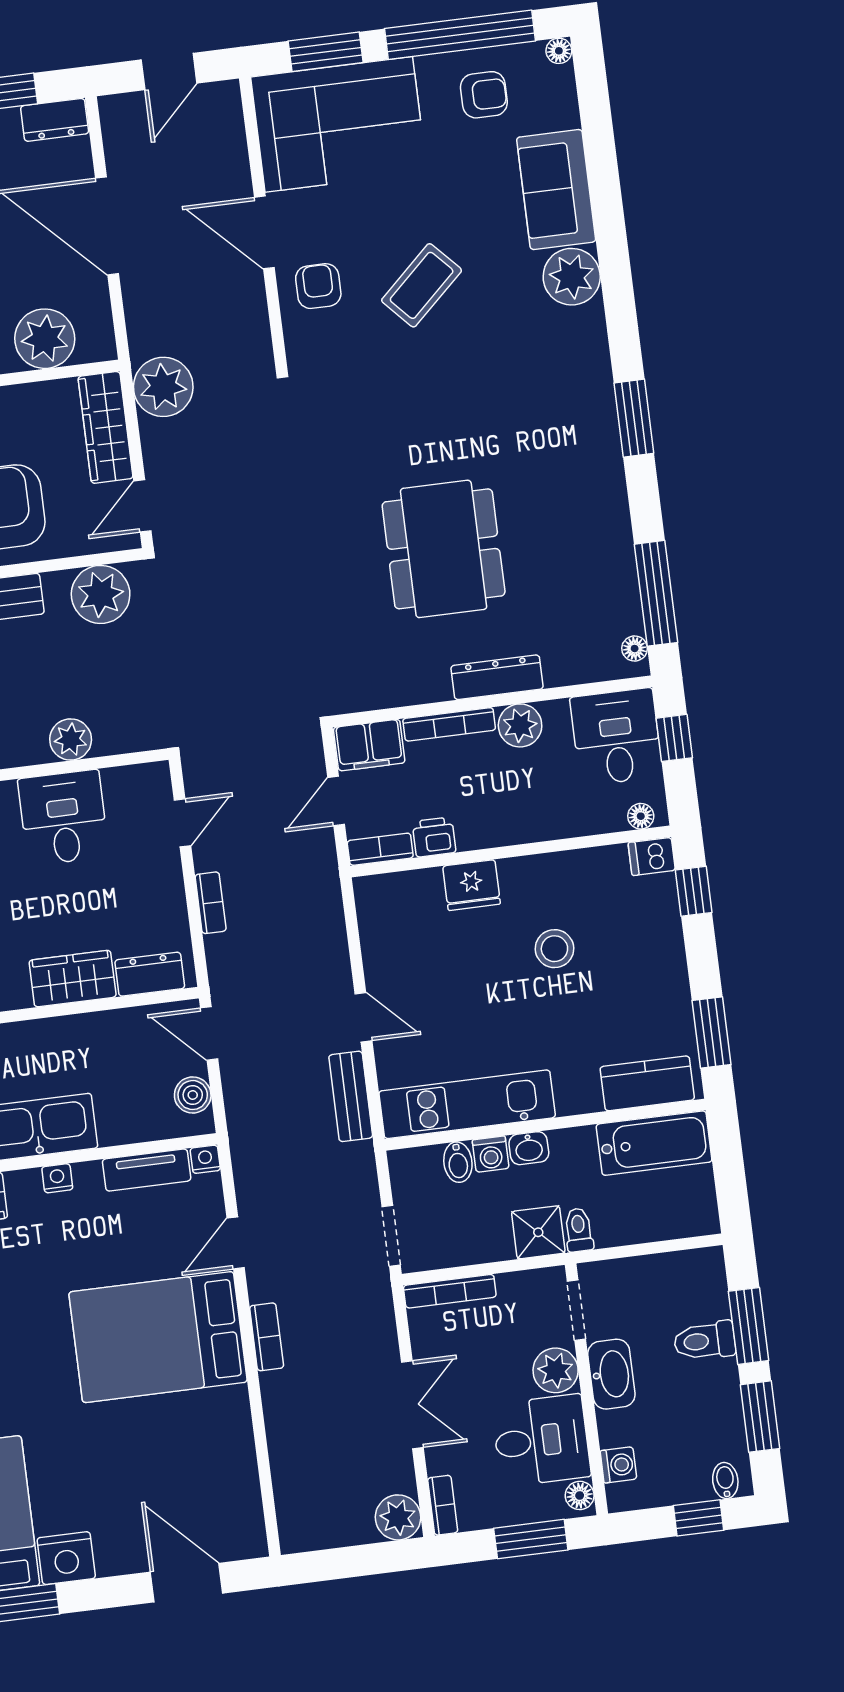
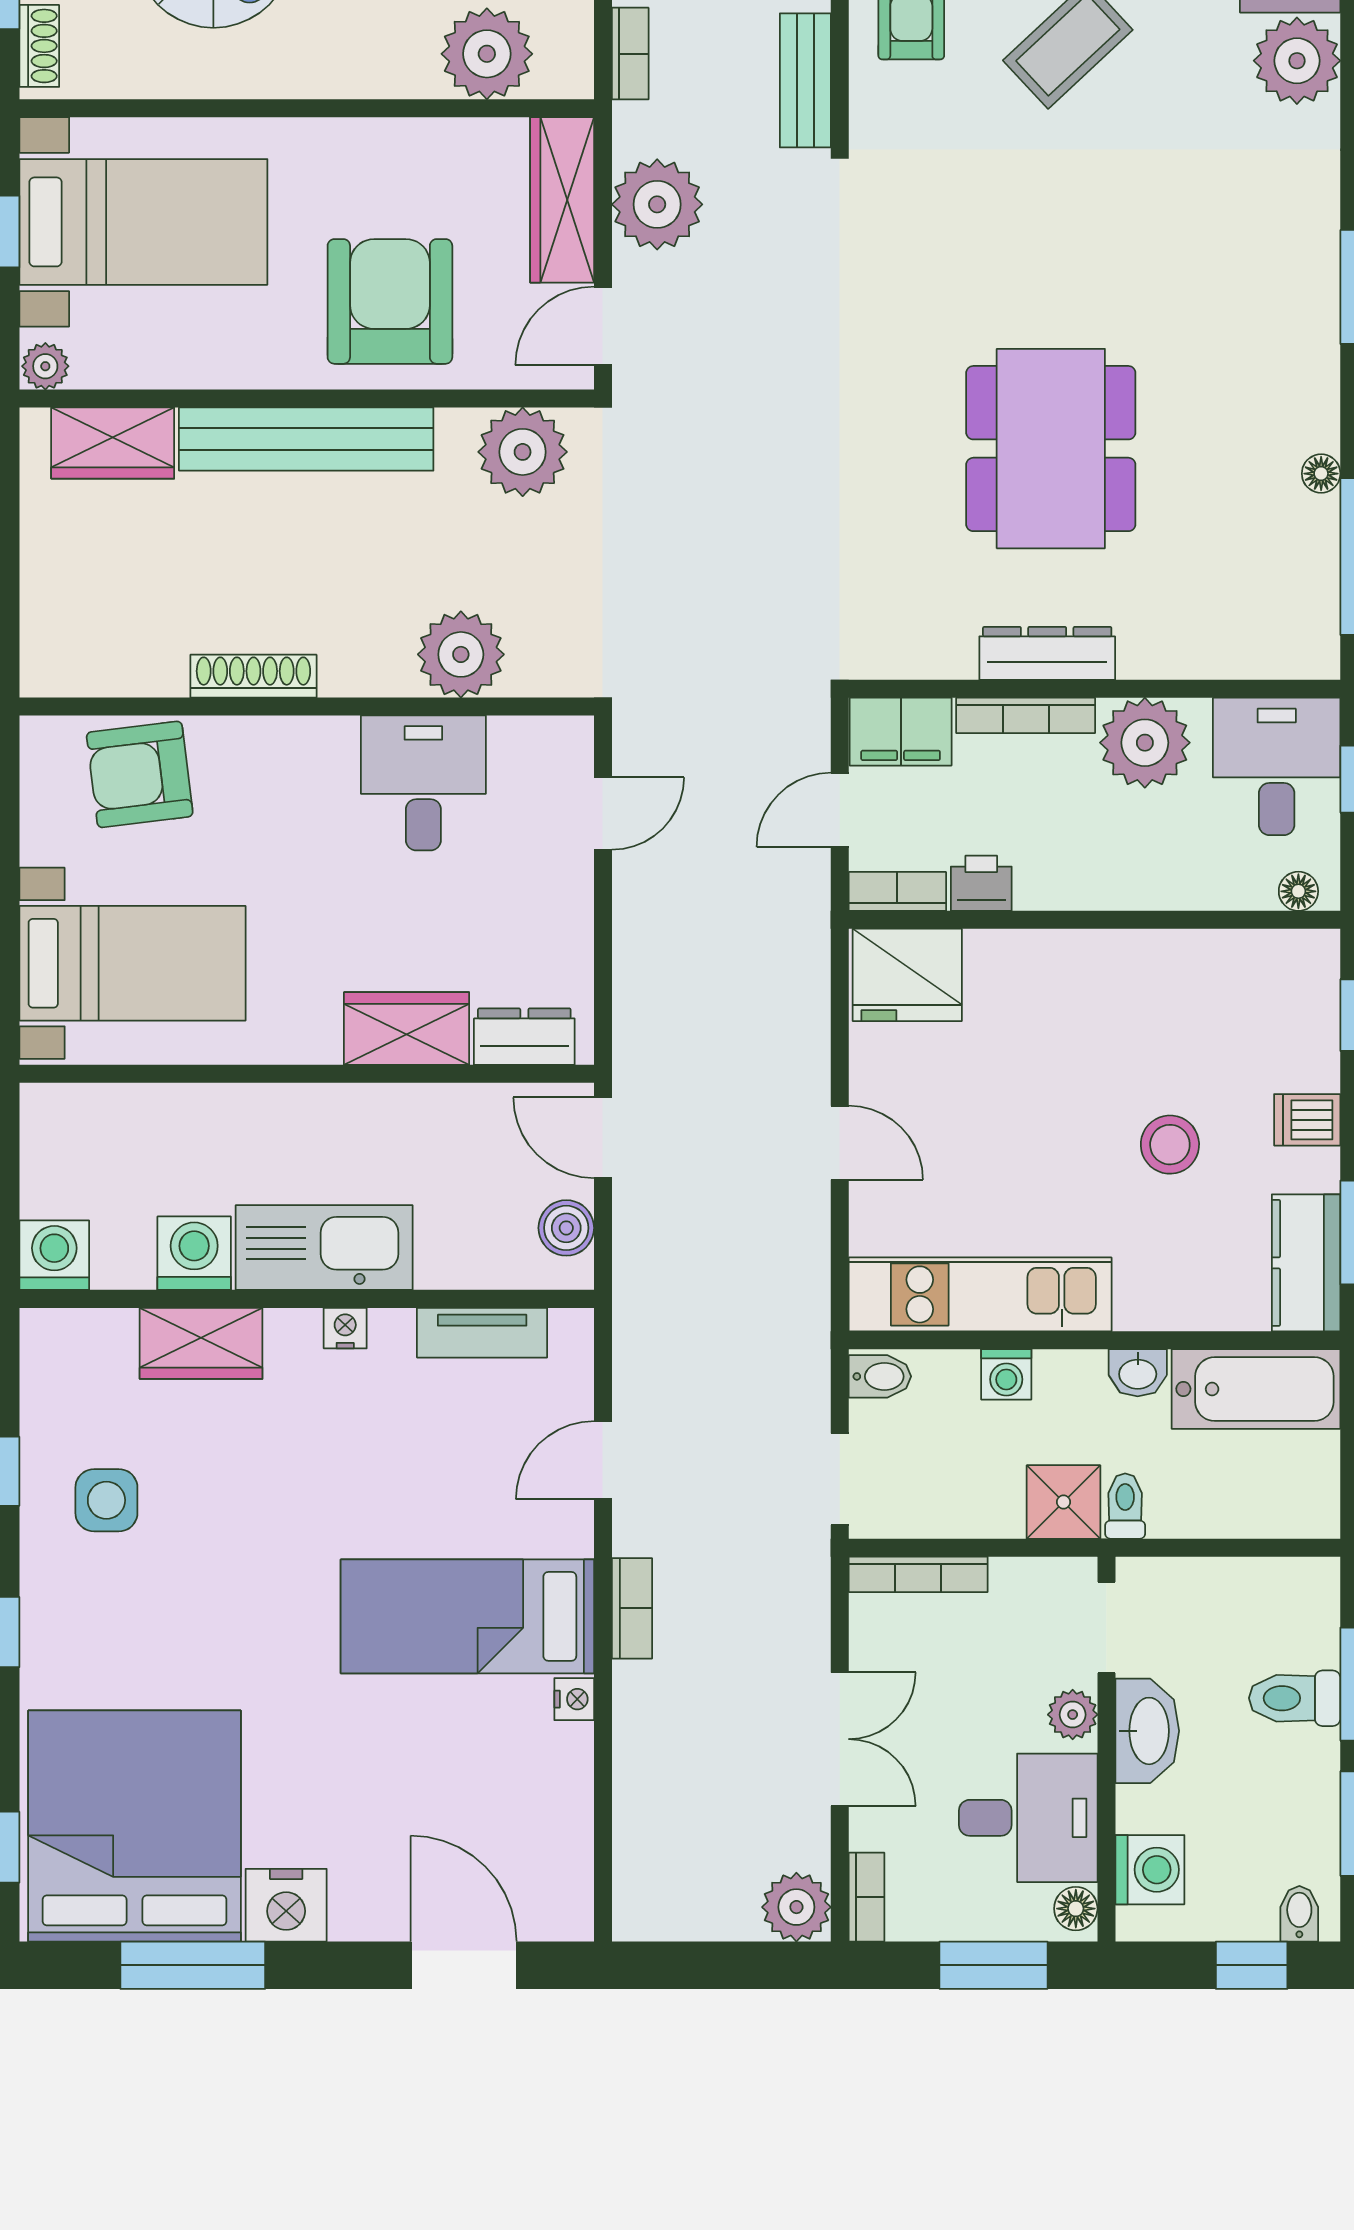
plant: (163, 387) -> (657, 204), moved
floor lamp: (635, 649) -> (1321, 474), moved
dresser: (497, 677) -> (1047, 653), moved
plant: (520, 725) -> (1145, 743), width x1.36, depth x1.36
plant: (71, 740) -> (461, 654), width x1.36, depth x1.36
dishwasher: (652, 856) -> (1307, 1120), moved
fridge: (472, 885) -> (907, 975), moved, width x1.36, depth x1.34
bookcase: (211, 903) -> (630, 54), moved
stool: (554, 949) -> (1170, 1145), moved
kitchen counter: (647, 1083) -> (1306, 1263), moved, turned -90
bench: (351, 1096) -> (805, 80), moved
washbasin: (529, 1148) -> (1138, 1373), moved
nightstand: (205, 1159) -> (574, 1699), moved, turned 90
bidet: (458, 1162) -> (880, 1376), moved, turned -90
bed: (158, 1337) -> (467, 1616), width x0.67
plant: (556, 1370) -> (1073, 1715), width x0.73, depth x0.73
washing machine: (618, 1465) -> (1150, 1870), width x1.38, depth x1.38

